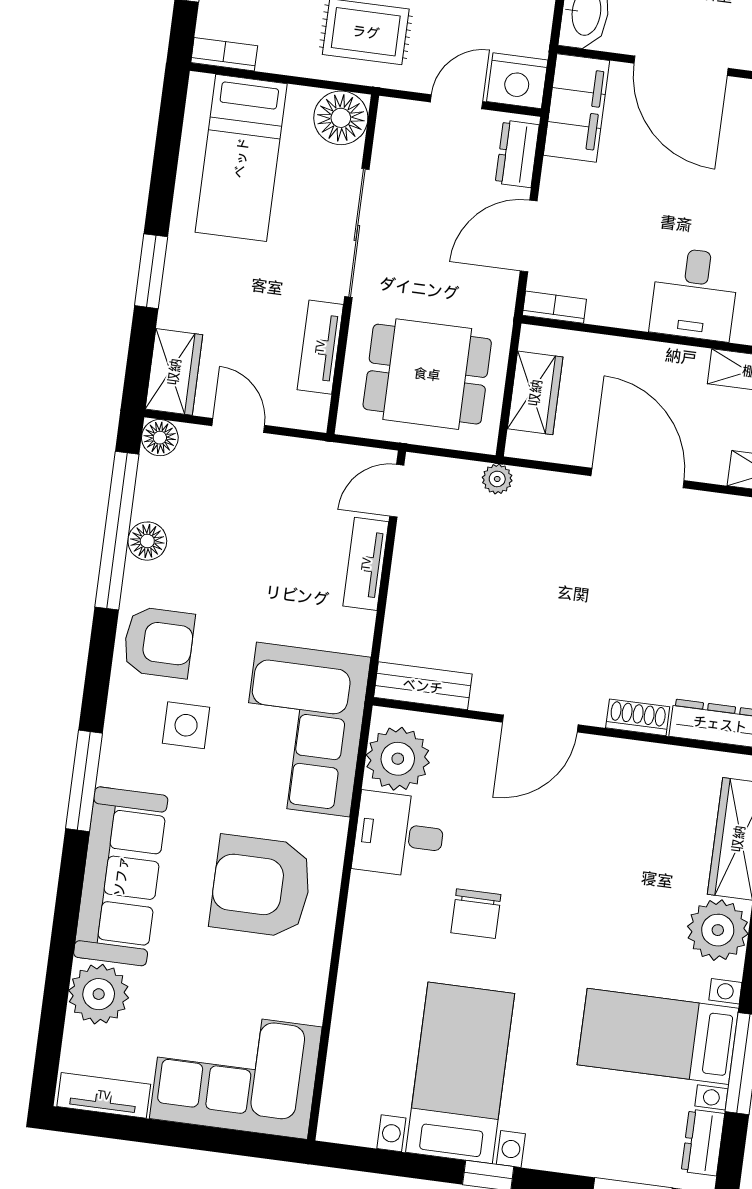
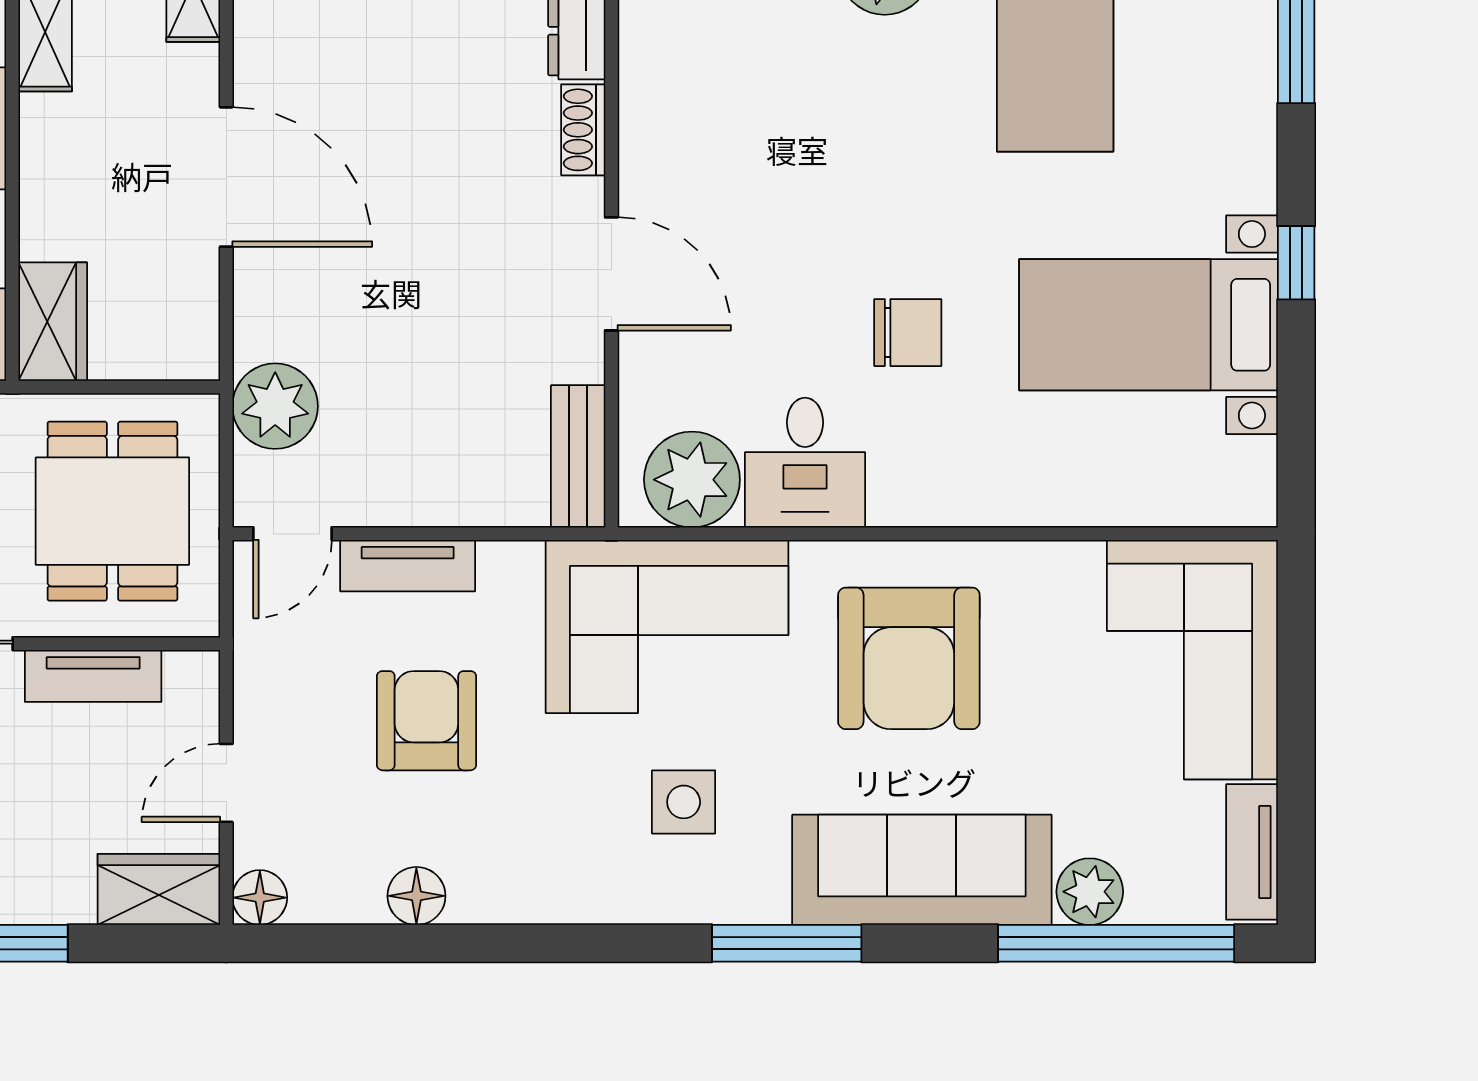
wardrobe: (535, 393) -> (53, 322), moved, turned 90
door: (638, 478) -> (226, 177), swing flipped
plant: (497, 479) -> (275, 406), width x1.88, depth x1.88
door: (397, 491) -> (293, 534), hinge flipped
window: (117, 531) -> (1116, 943), moved
armchair: (159, 642) -> (426, 721), moved
plant: (99, 994) -> (1090, 892), width x0.73, depth x0.73

